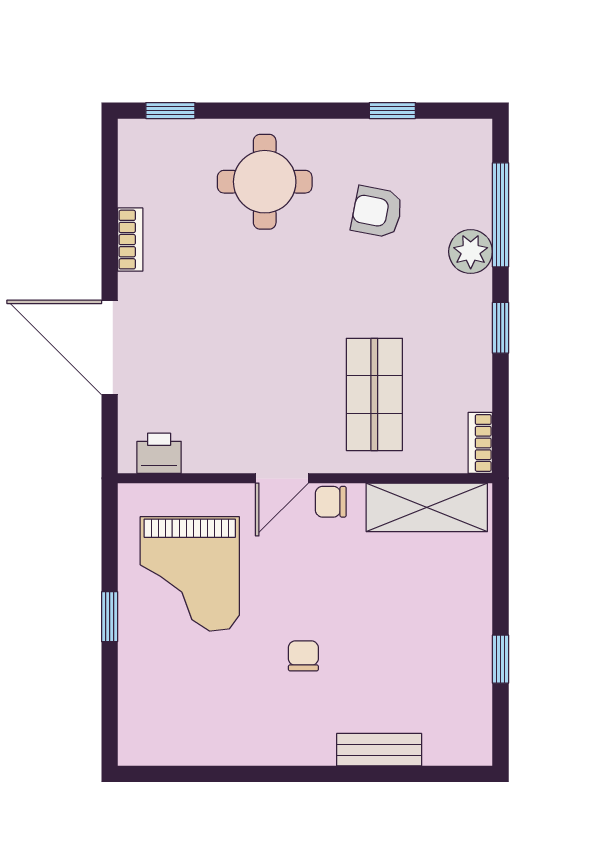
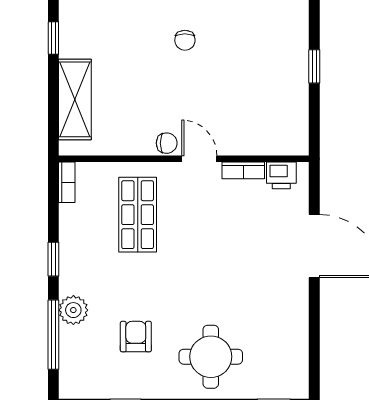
armchair: (377, 212) -> (136, 337), turned -101
bookcase: (130, 240) -> (243, 170), moved, turned -90
door: (282, 478) -> (199, 159), hinge flipped
shelving: (427, 507) -> (75, 99), moved, turned 90
grand piano: (190, 574) -> (261, 95), removed

